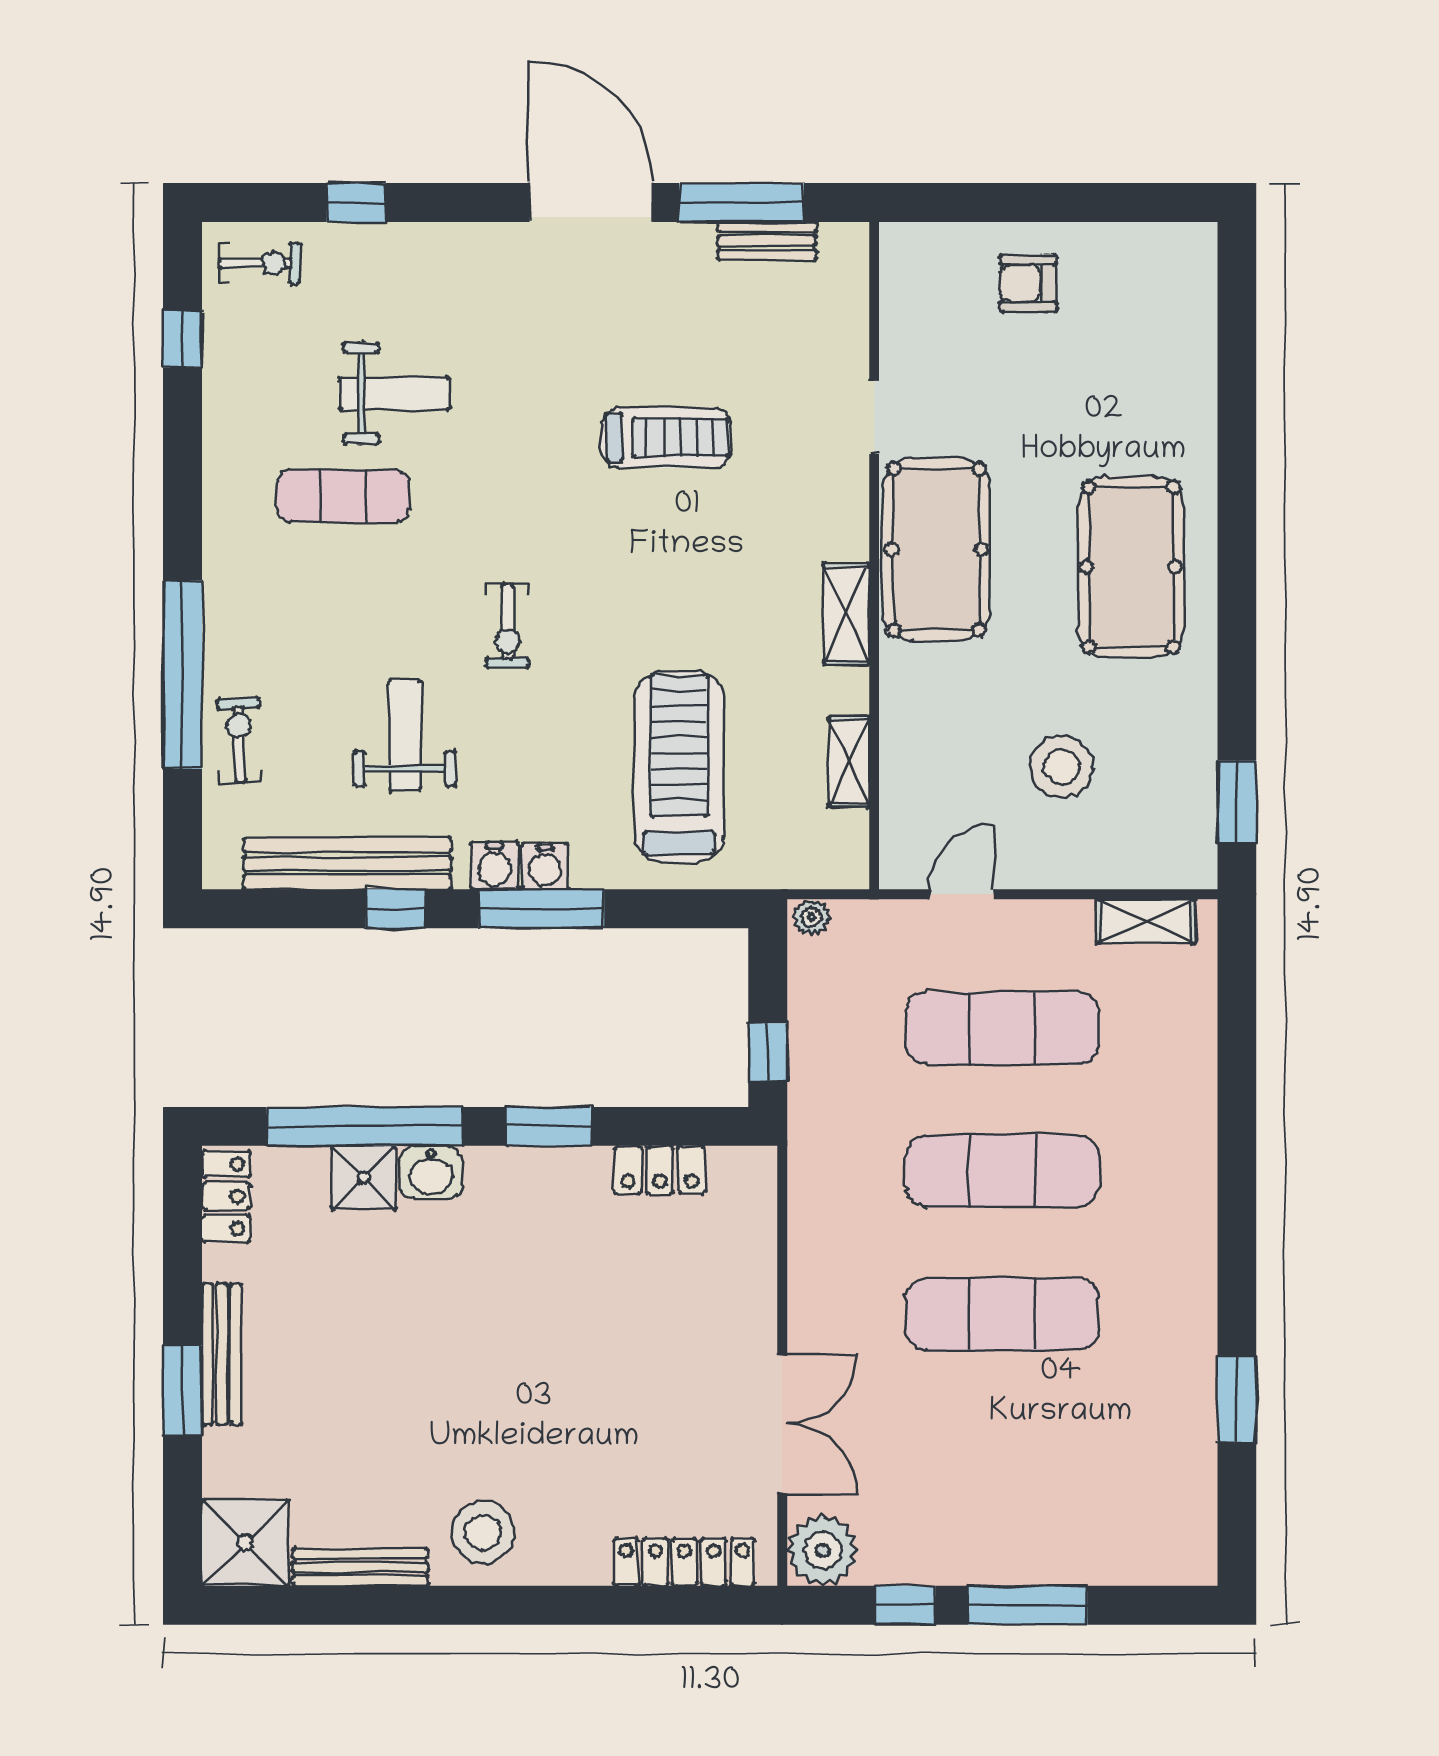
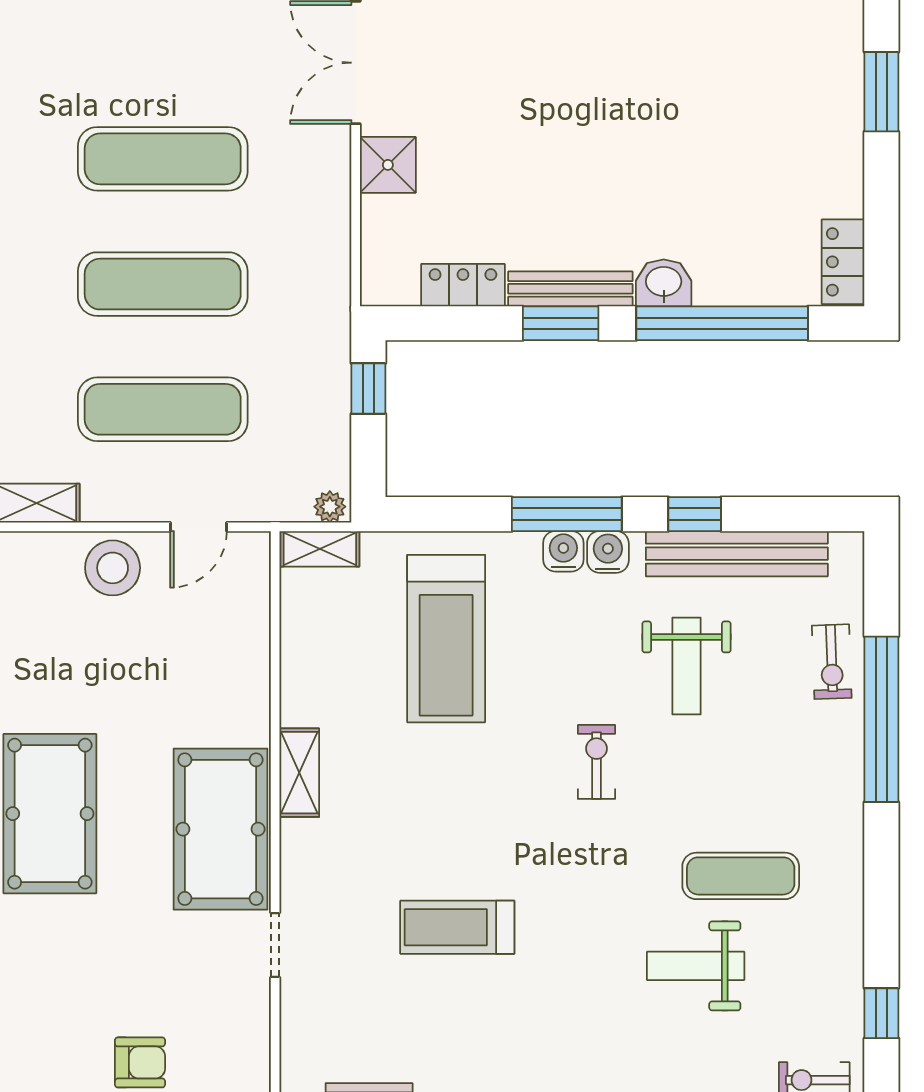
shelving: (849, 762) -> (320, 549), moved, turned 90
stool: (1061, 767) -> (113, 568), moved
shower: (364, 1178) -> (388, 165), moved
bench: (222, 1354) -> (570, 289), moved, turned 90

